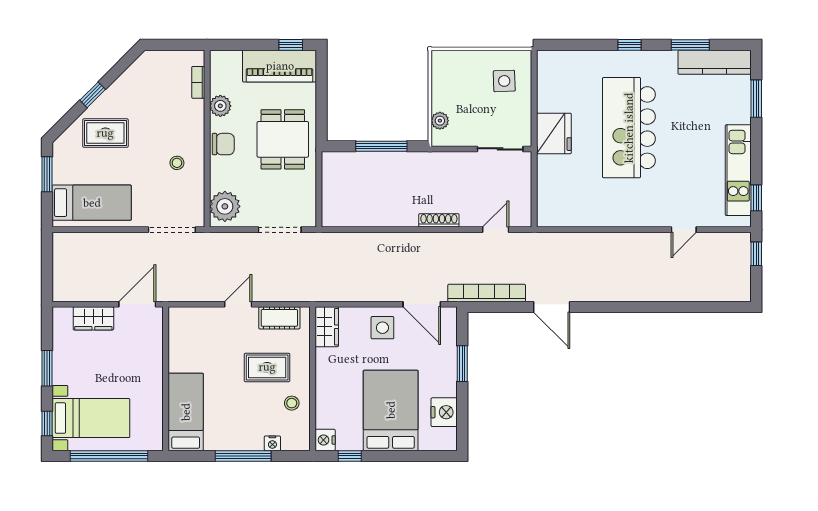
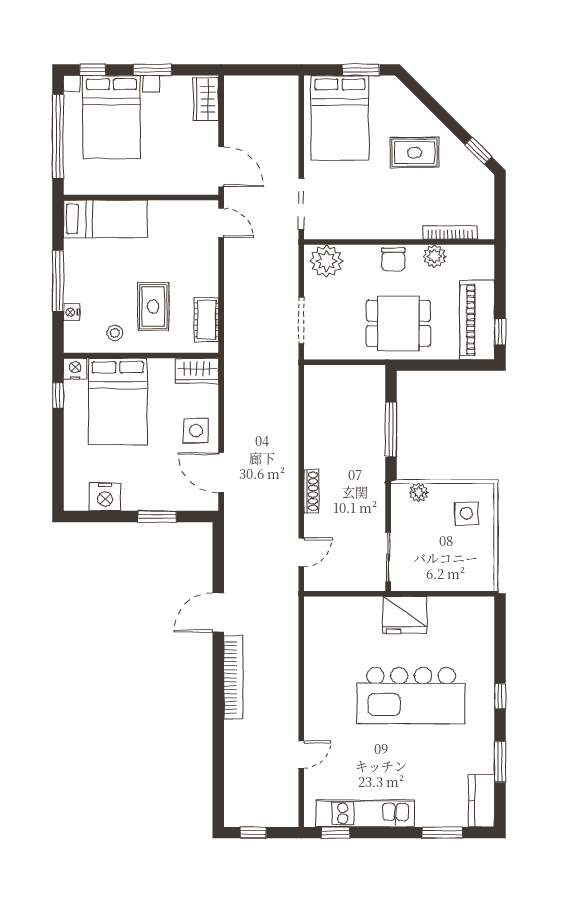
kitchen counter: (715, 62) -> (481, 801), width x0.67
side table: (504, 81) -> (466, 513), moved
bookcase: (198, 82) -> (450, 232), width x1.56
window: (93, 95) -> (478, 151), moved
kitchen island: (629, 128) -> (411, 696), turned 180
rug: (105, 133) -> (415, 153), moved, turned 90
stool: (177, 163) -> (373, 210), removed
bed: (92, 203) -> (340, 118), width x1.50
door: (496, 230) -> (301, 552), hinge flipped
door: (684, 230) -> (301, 755), swing flipped
window: (756, 254) -> (253, 833), moved
bookcase: (487, 293) -> (233, 677), moved
door: (238, 304) -> (221, 223), moved
door: (422, 304) -> (221, 473), hinge flipped
wardrobe: (93, 318) -> (206, 99), moved
bed: (391, 410) -> (118, 402), moved, turned 90
bed with nightstands: (91, 418) -> (111, 117), width x1.36

